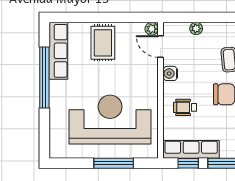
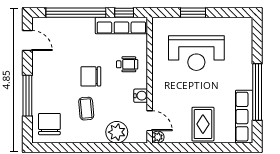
plant: (196, 29) -> (117, 132), width x1.87, depth x1.87
reception desk: (110, 120) -> (196, 53), width x0.74, depth x0.77
window: (114, 163) -> (193, 13), width x0.69

